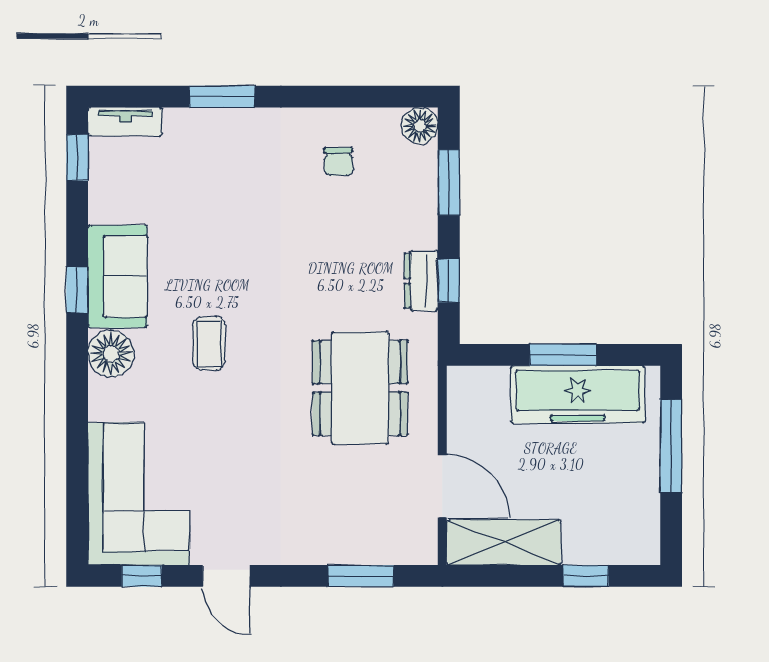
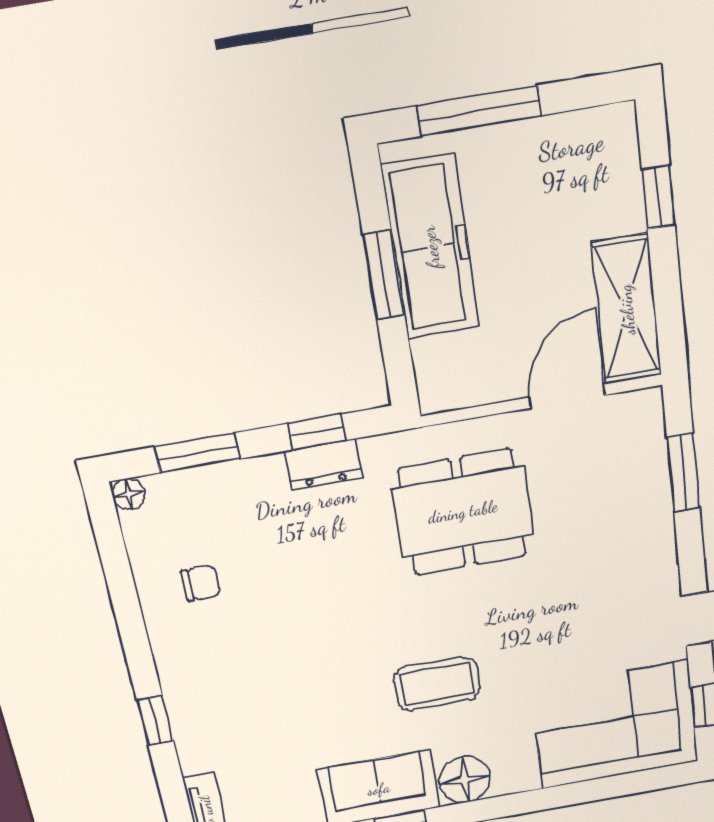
window: (222, 97) -> (155, 720), width x0.67
floor lamp: (420, 126) -> (129, 494), width x0.73, depth x0.73
coffee table: (209, 343) -> (437, 684), width x1.36, depth x1.30

